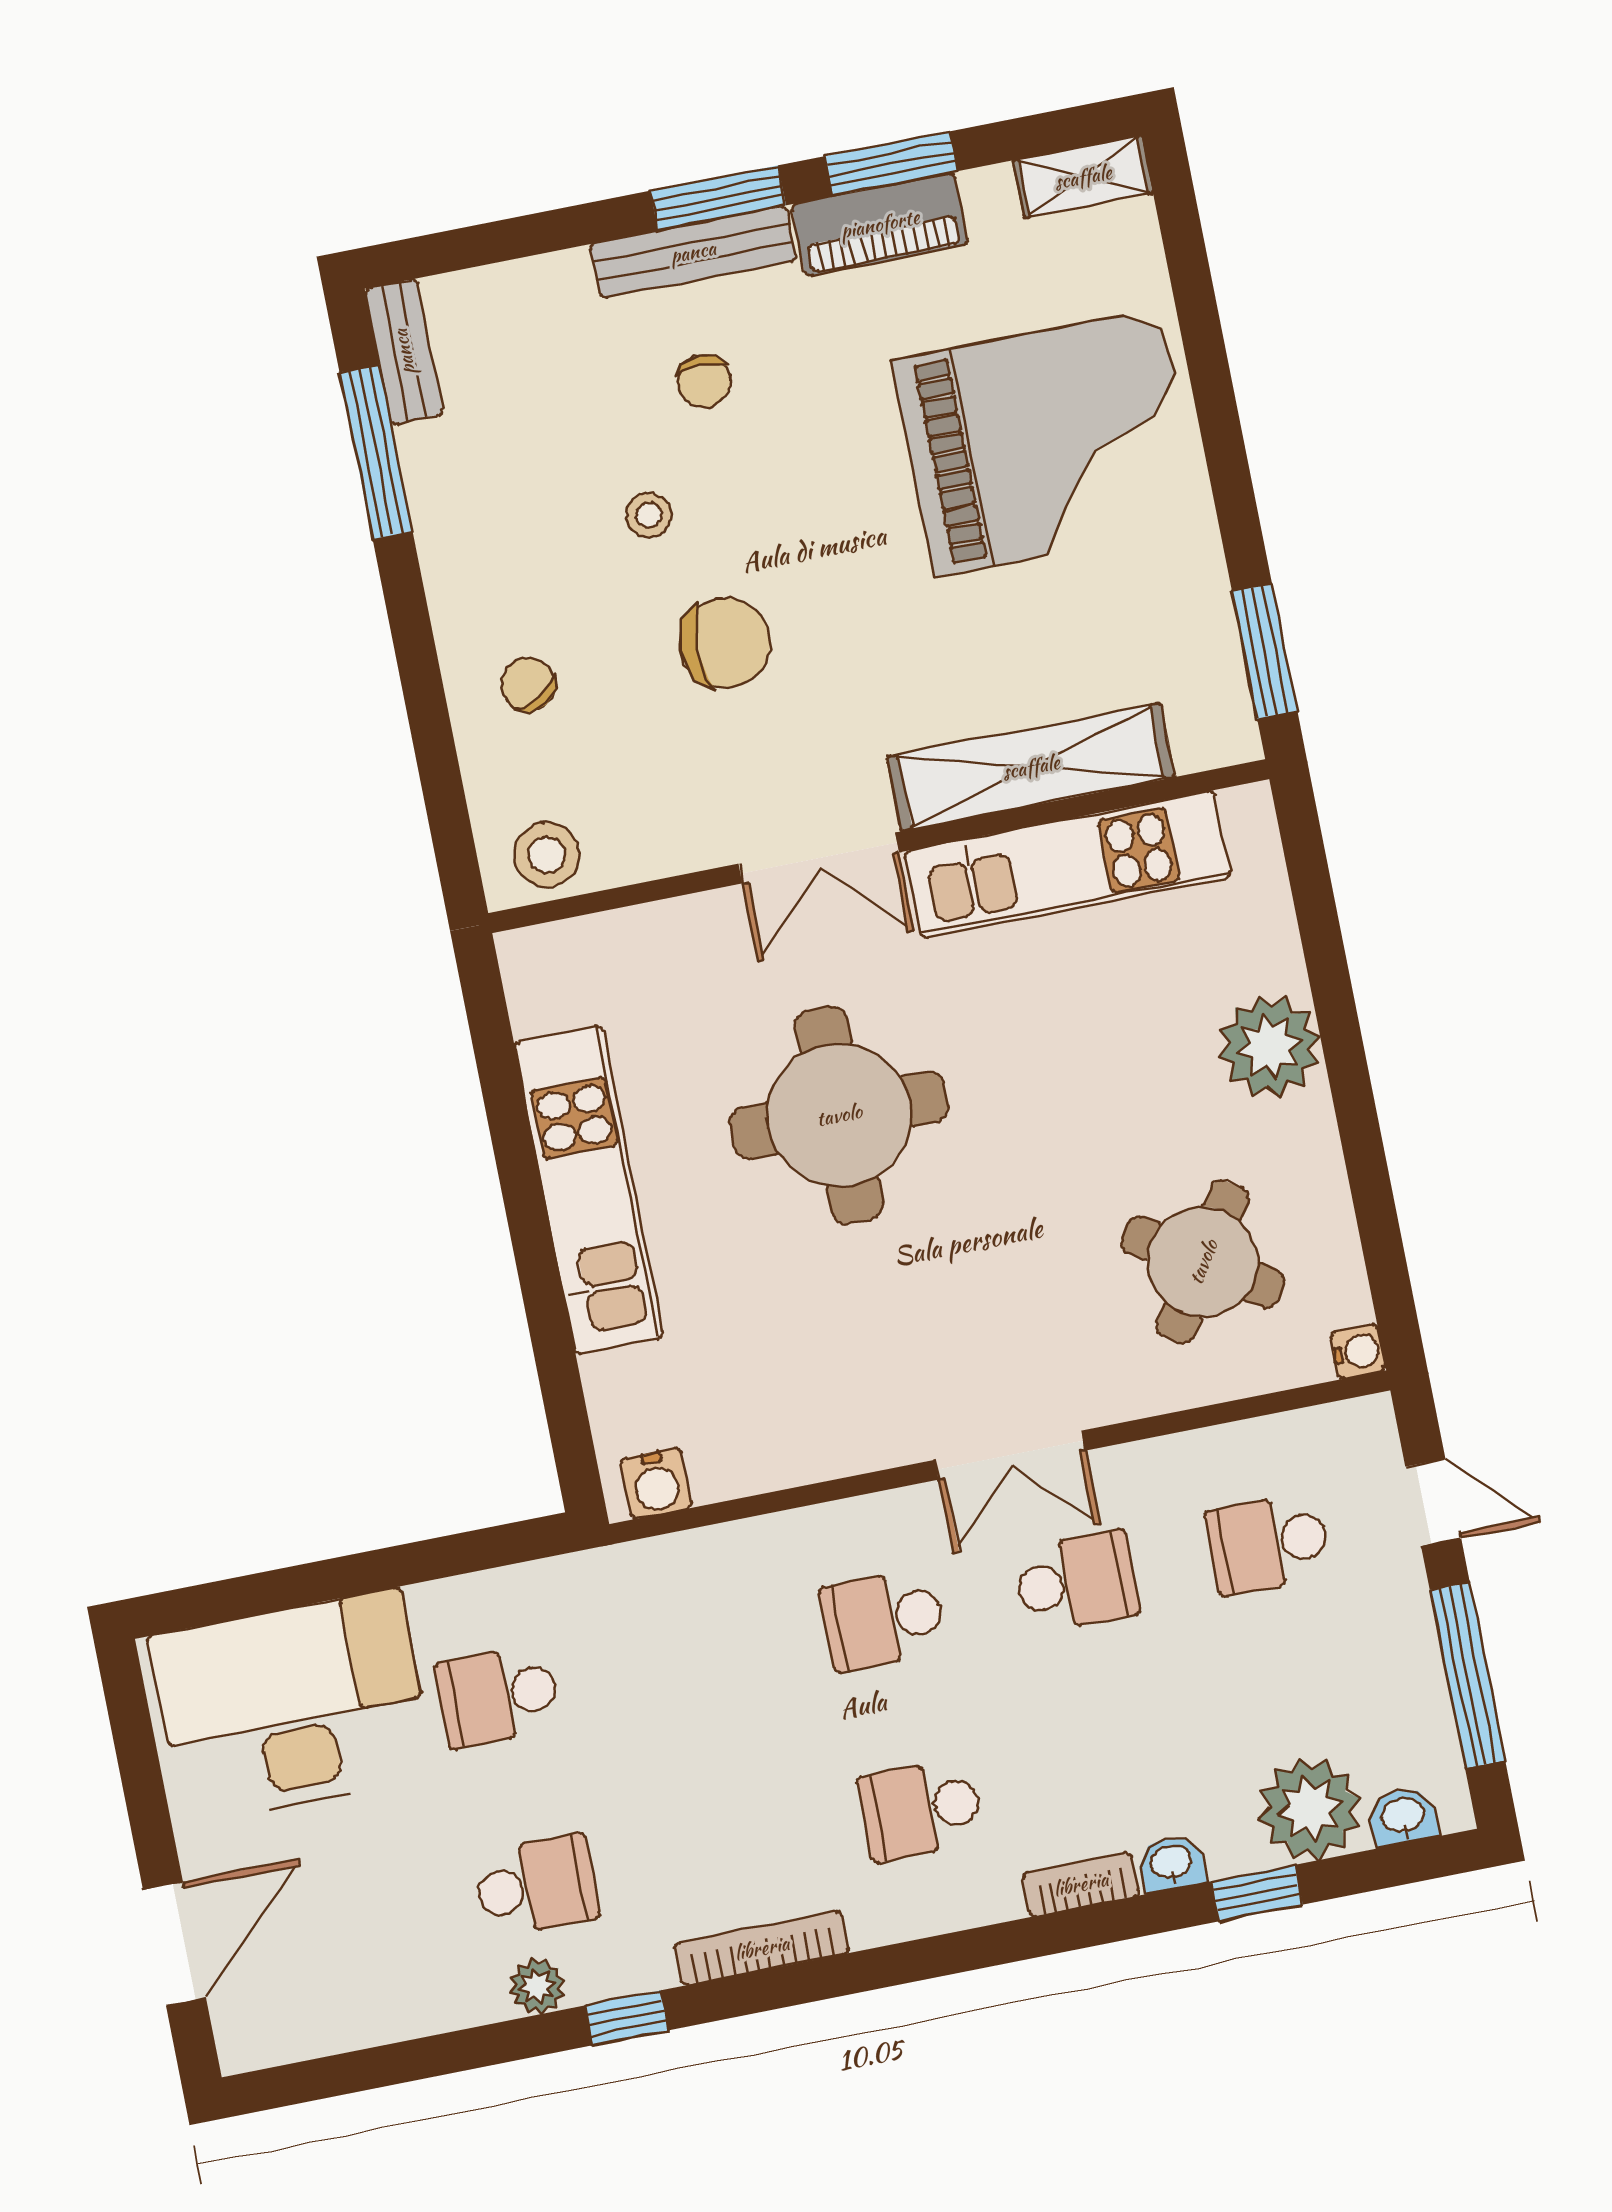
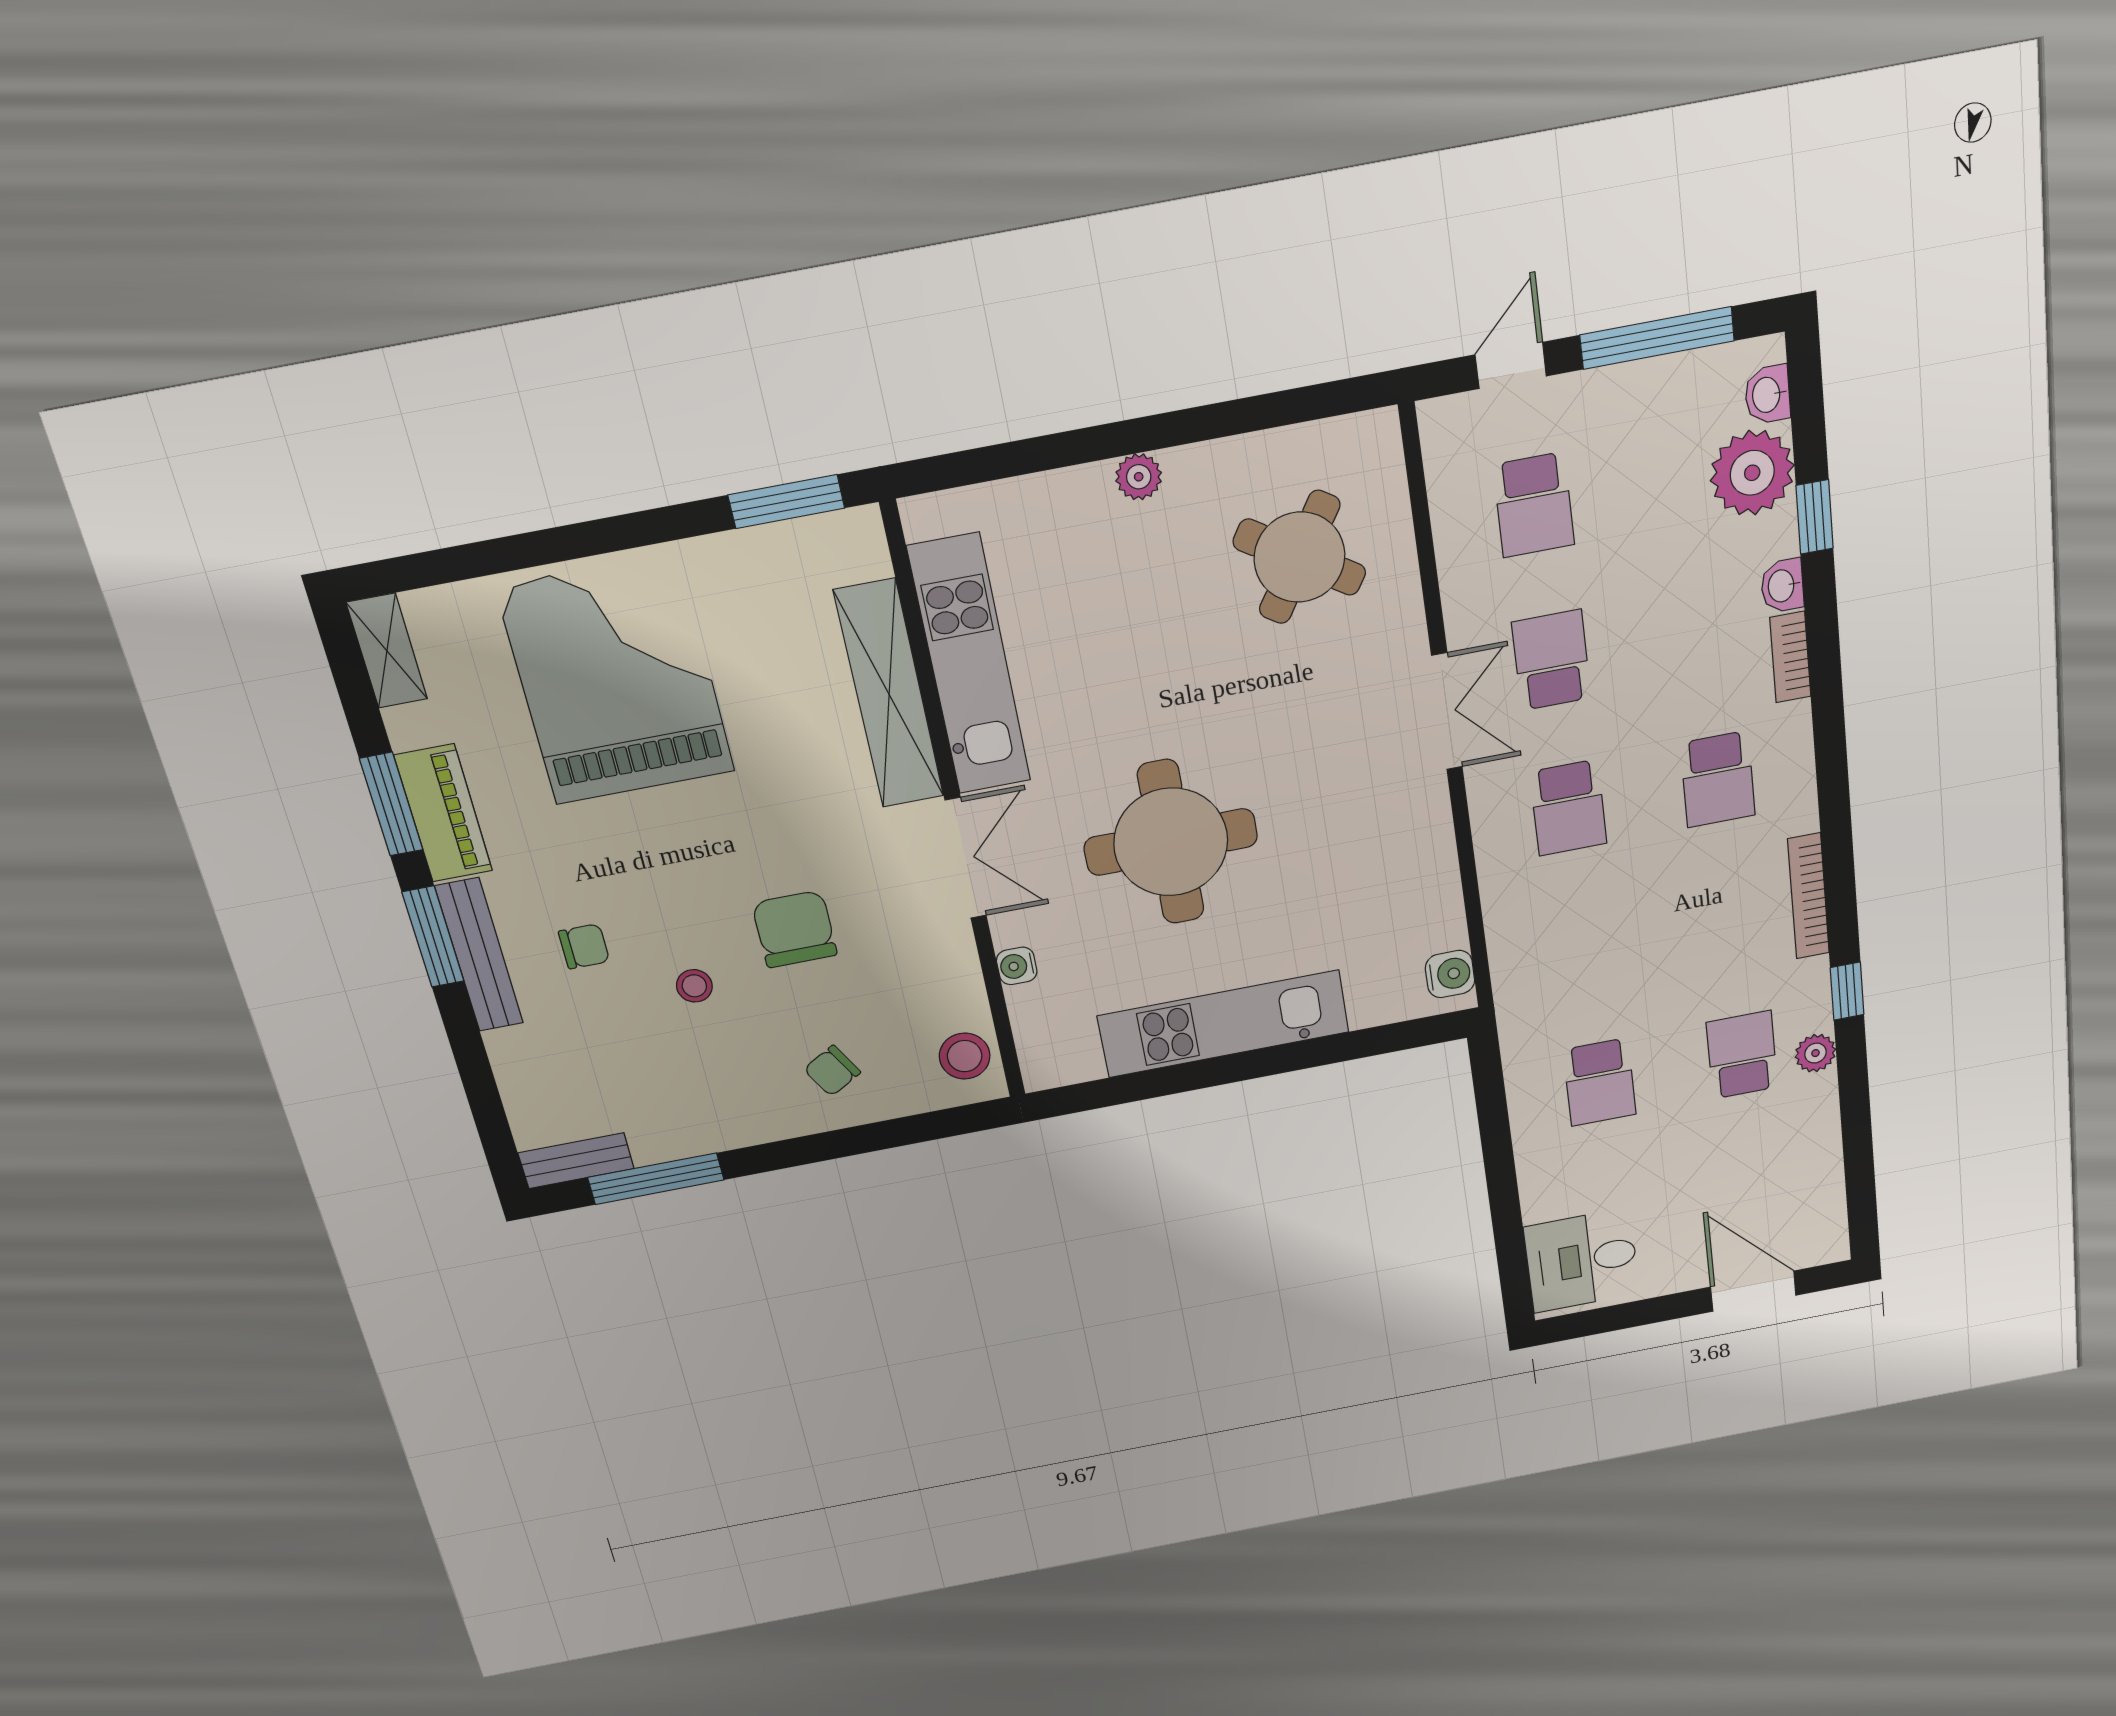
plant: (1269, 1046) -> (1139, 477), width x0.53, depth x0.53
water cooler: (1358, 1351) -> (1017, 966), moved, turned -90
desk: (292, 1706) -> (1582, 1260), width x0.53, depth x0.77

